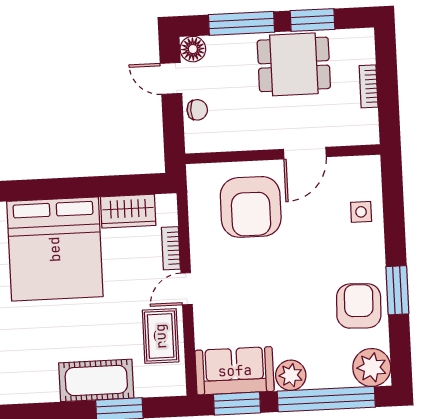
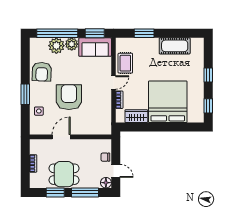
armchair: (251, 207) -> (69, 97), moved
window: (397, 290) -> (25, 94), moved
plant: (372, 367) -> (56, 46), moved
cot: (96, 380) -> (175, 46), moved

